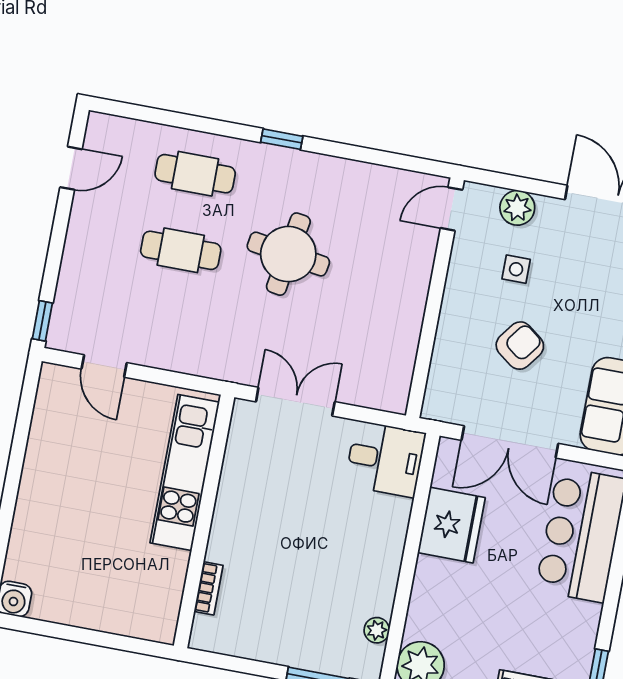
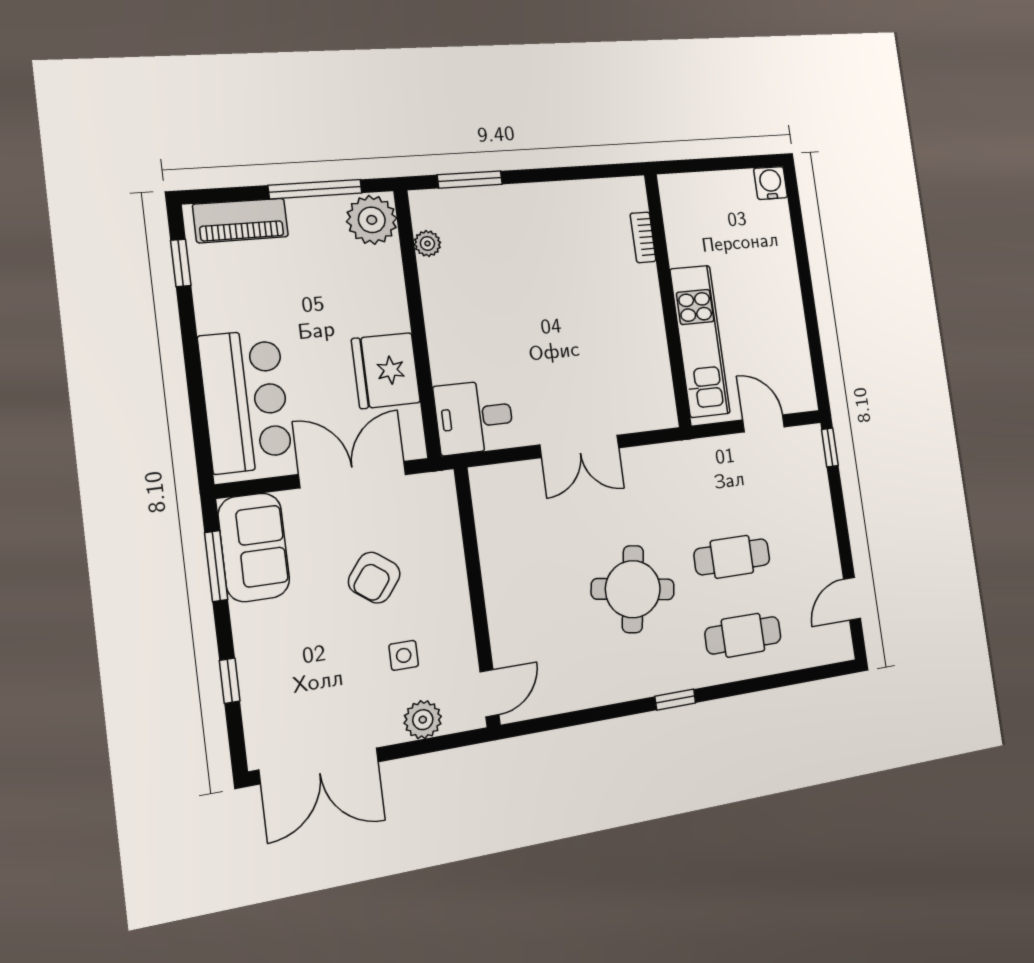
kitchen unit: (185, 472) -> (700, 341), moved
wall: (204, 521) -> (668, 300), moved
bookcase: (209, 588) -> (643, 237), moved

